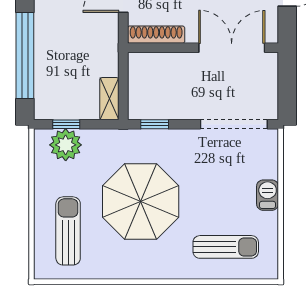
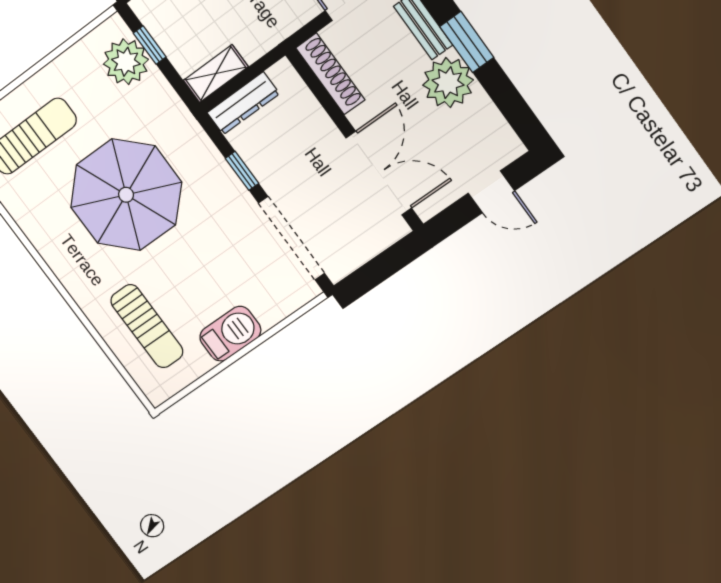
dresser: (137, 95) -> (243, 103), added
window: (155, 124) -> (242, 171), moved
barbecue: (268, 195) -> (230, 334), width x1.38, depth x1.27

